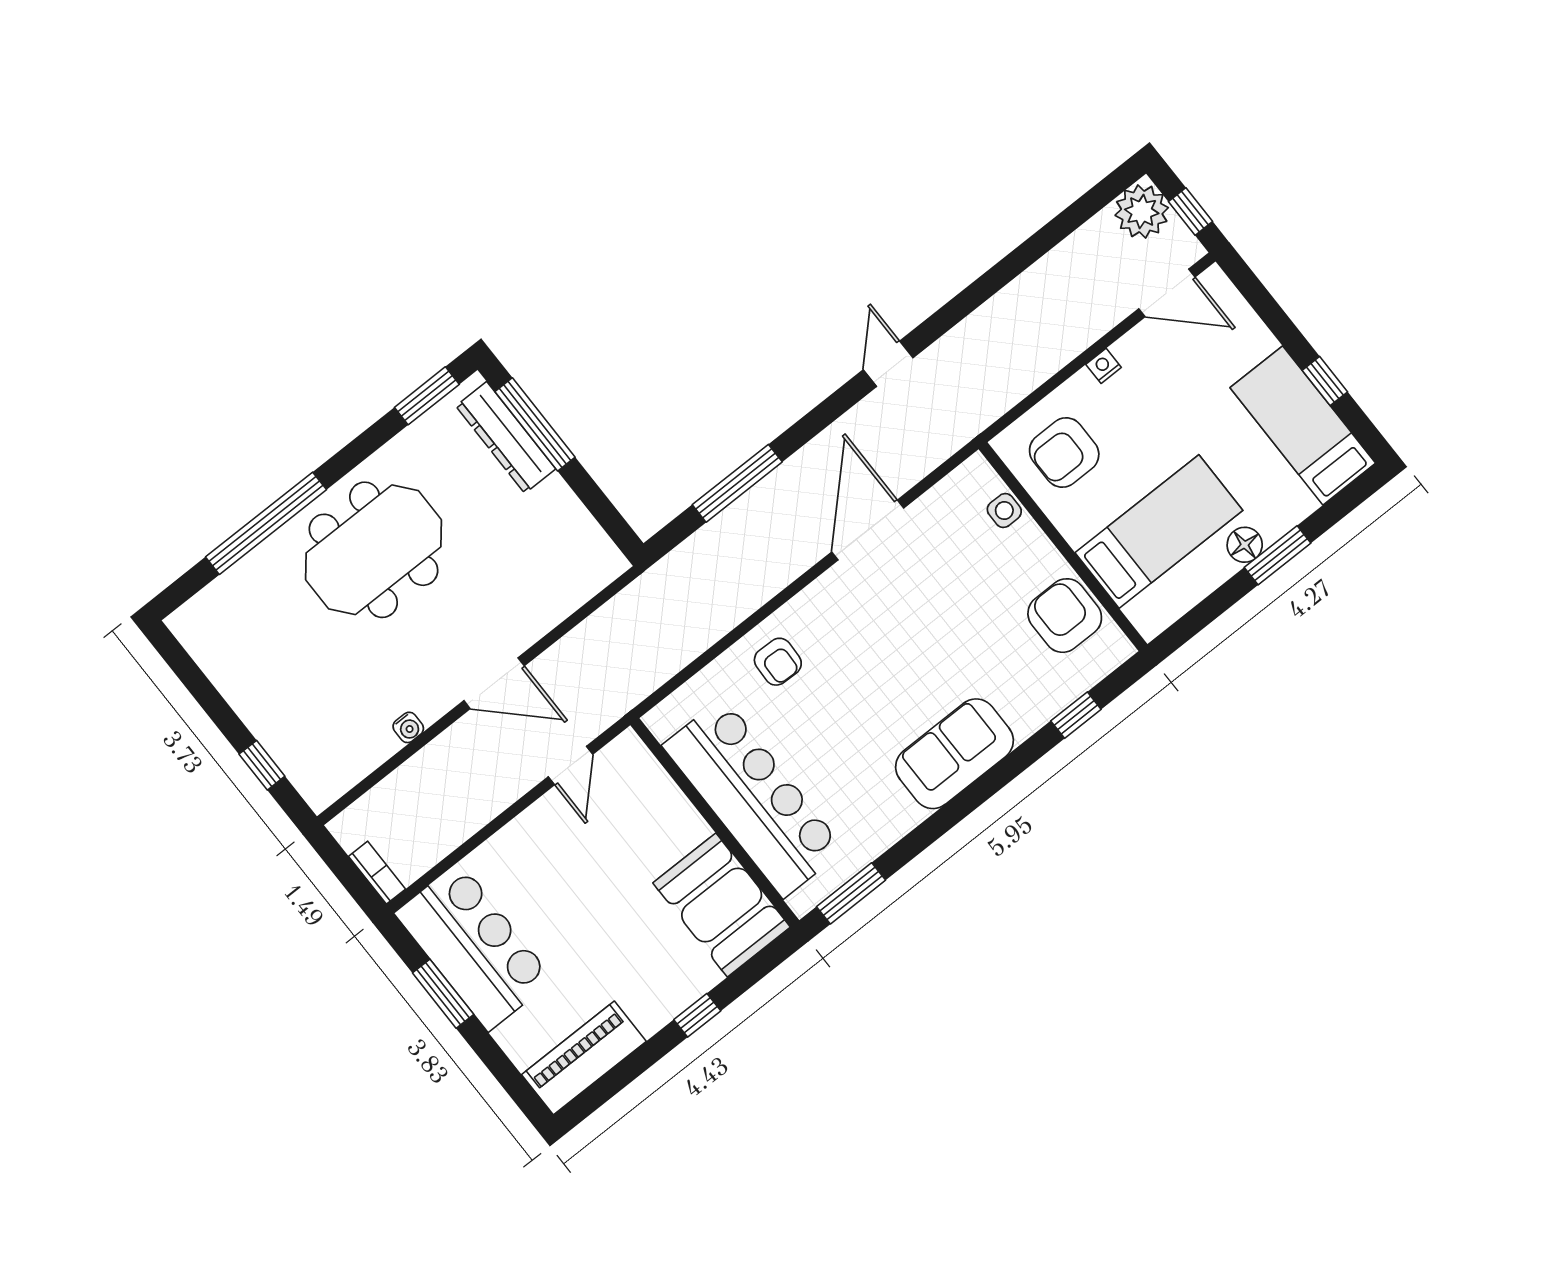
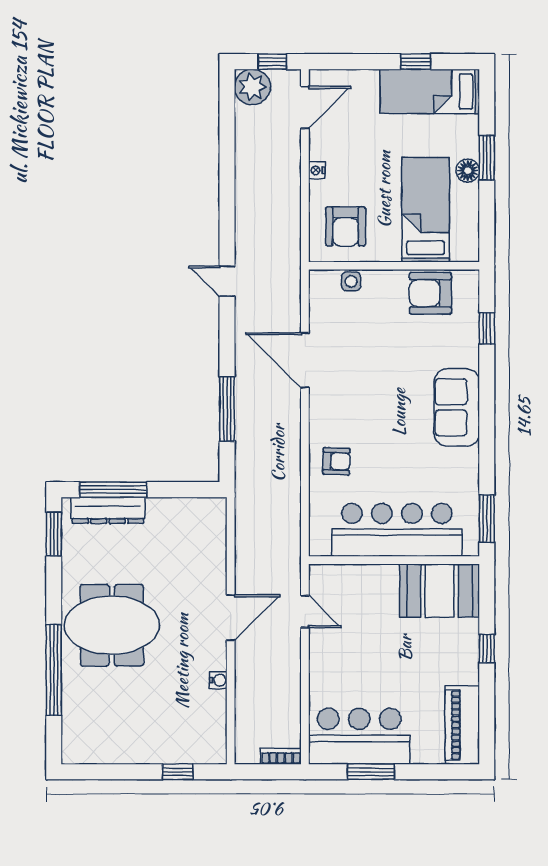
meeting table: (374, 550) -> (112, 625), turned 90

